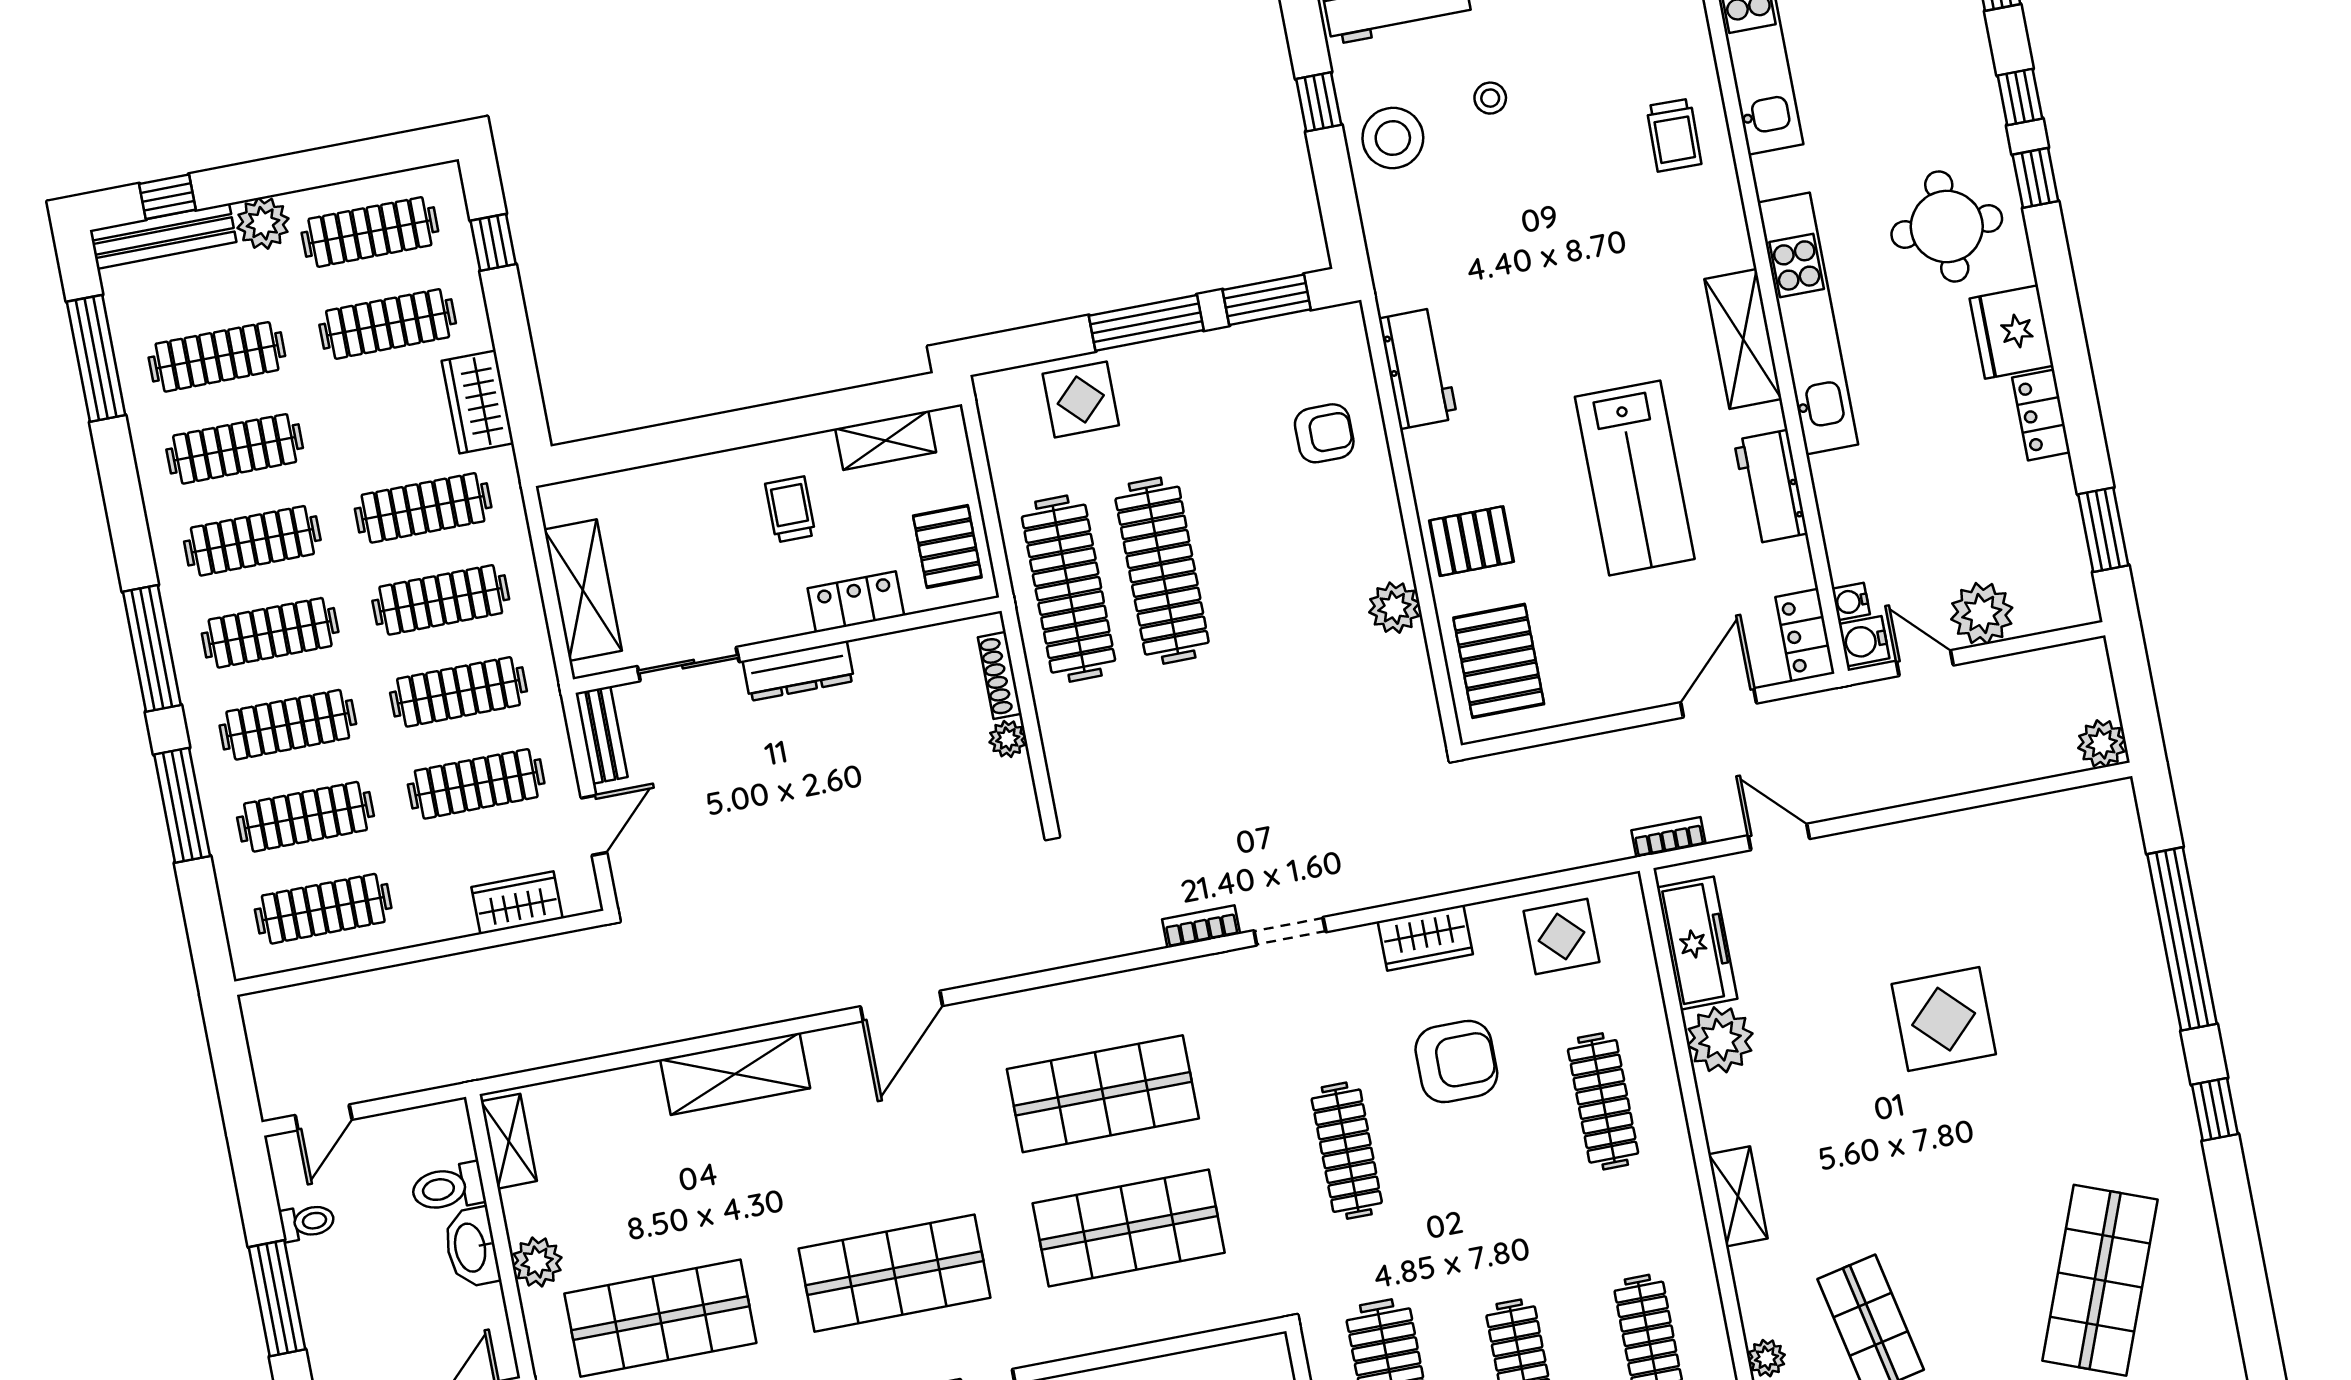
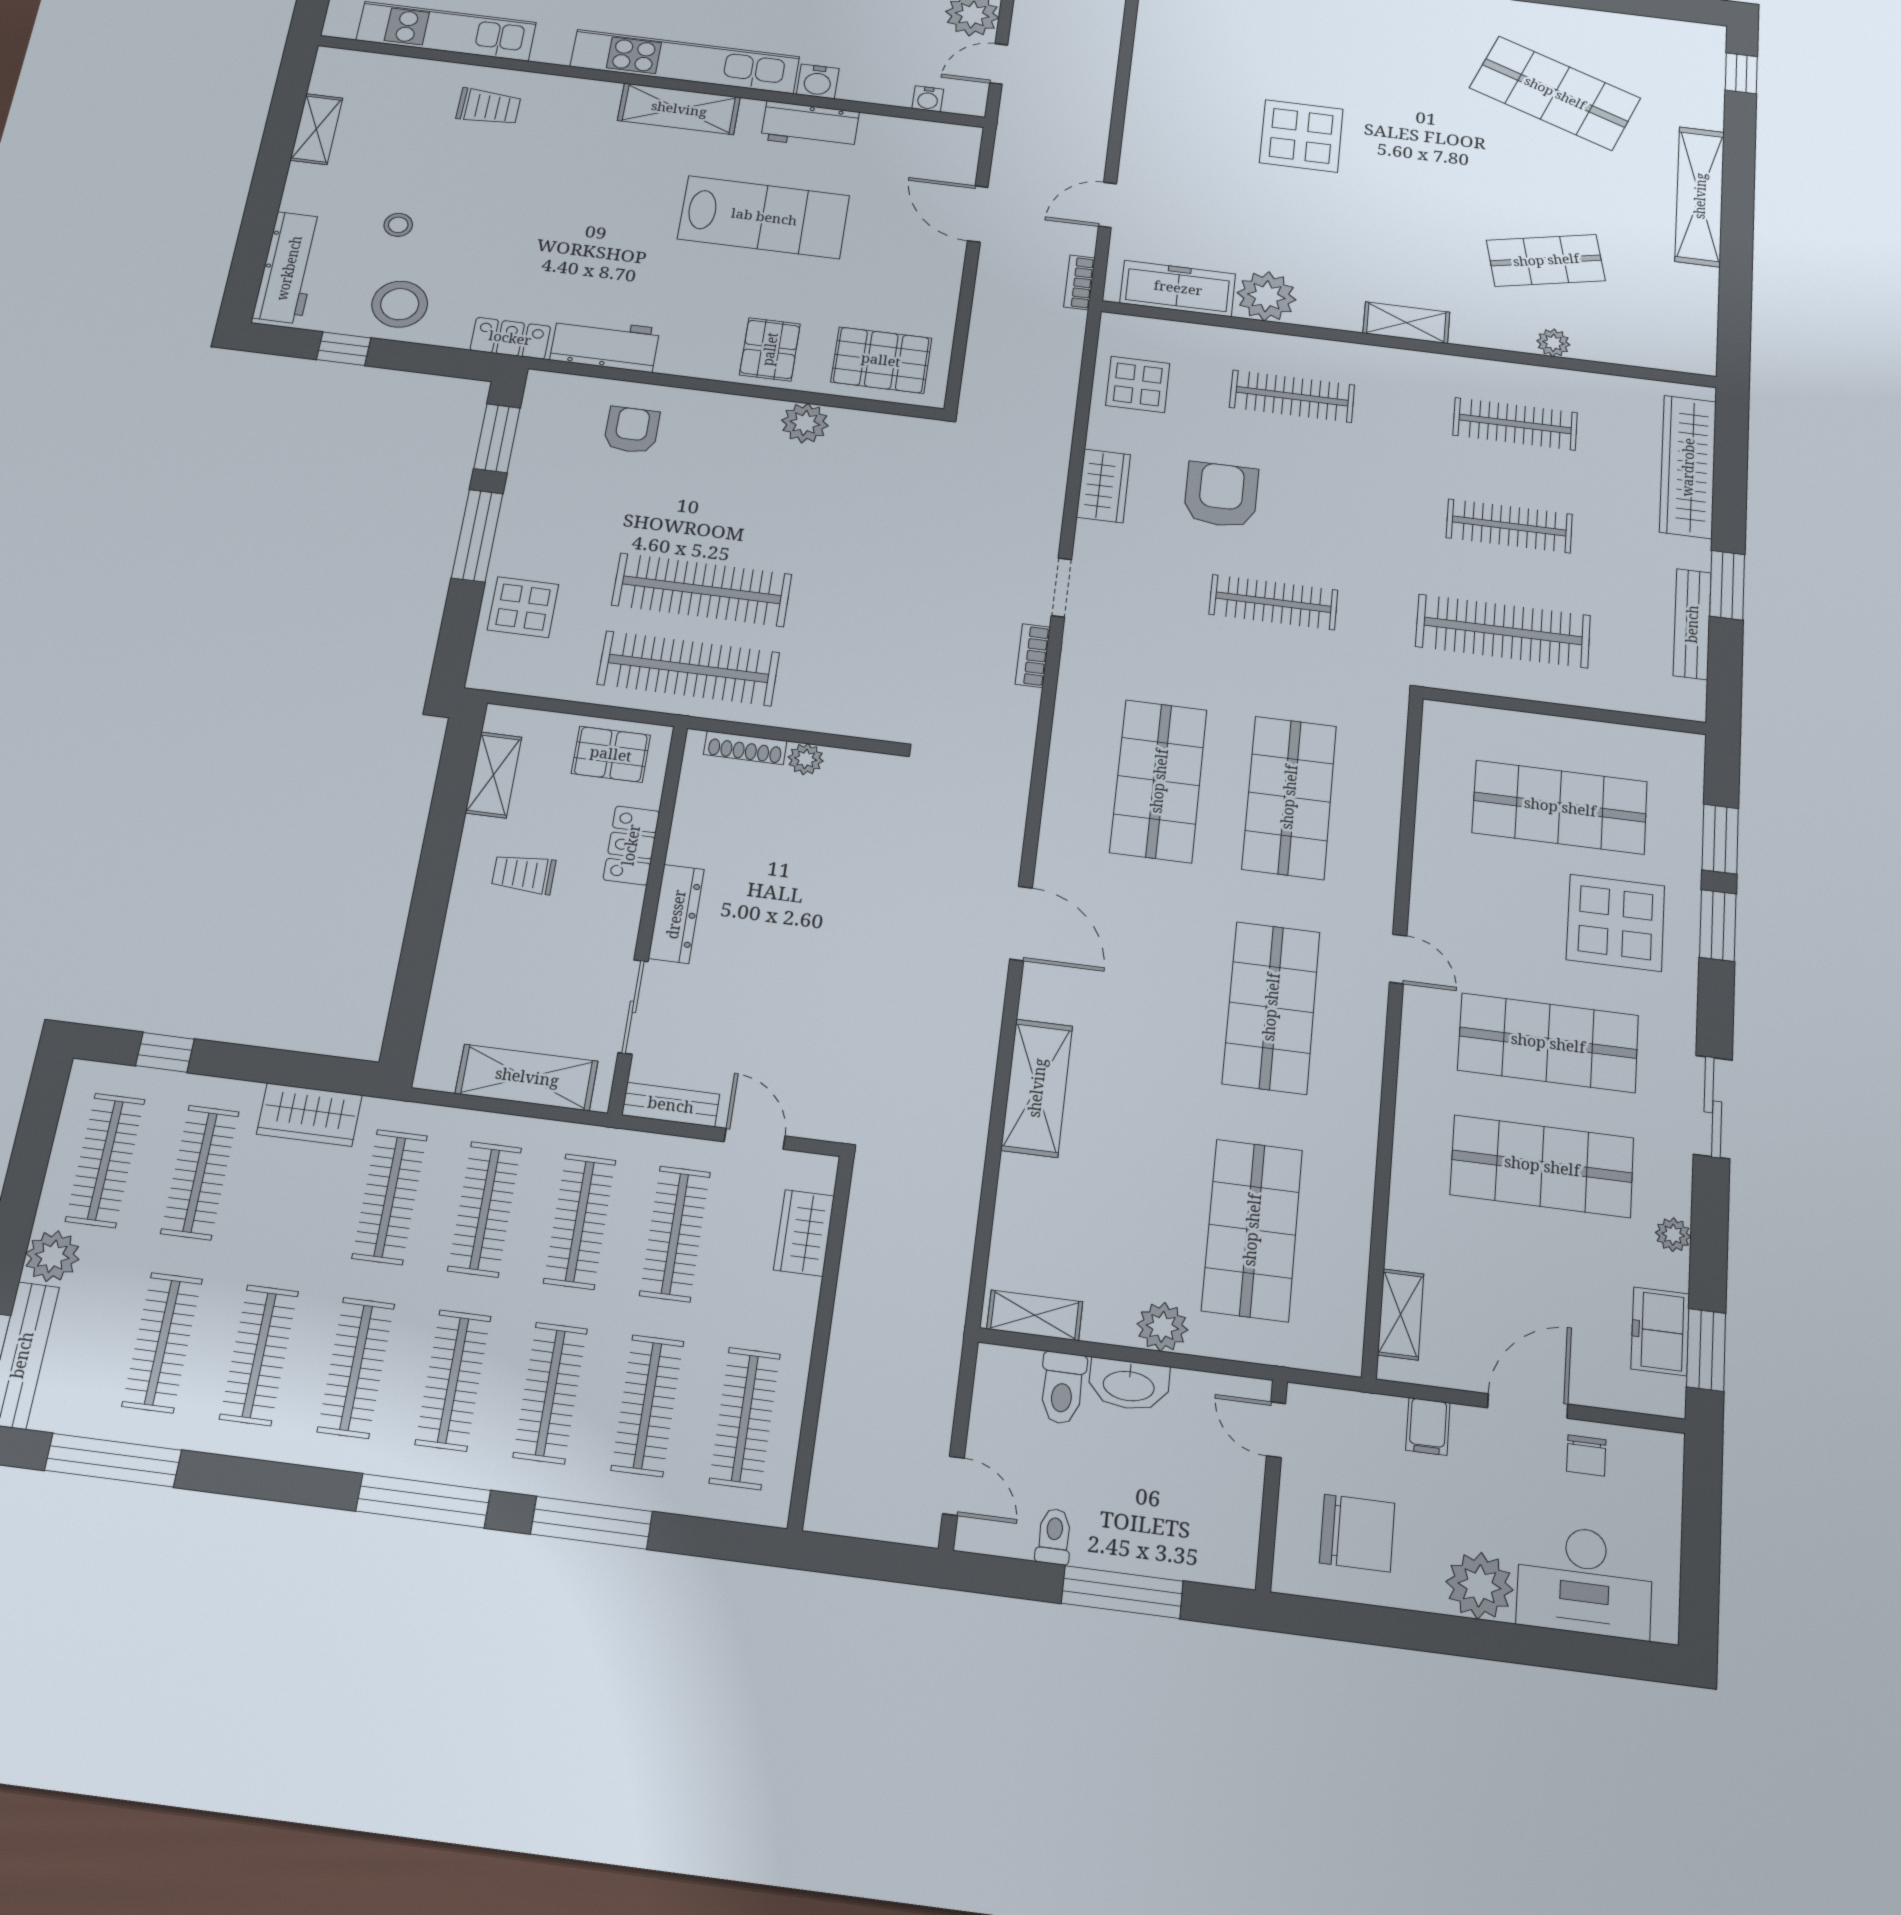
locker: (1805, 635) -> (510, 338), moved, turned 180
water cooler: (1864, 641) -> (818, 81), moved

